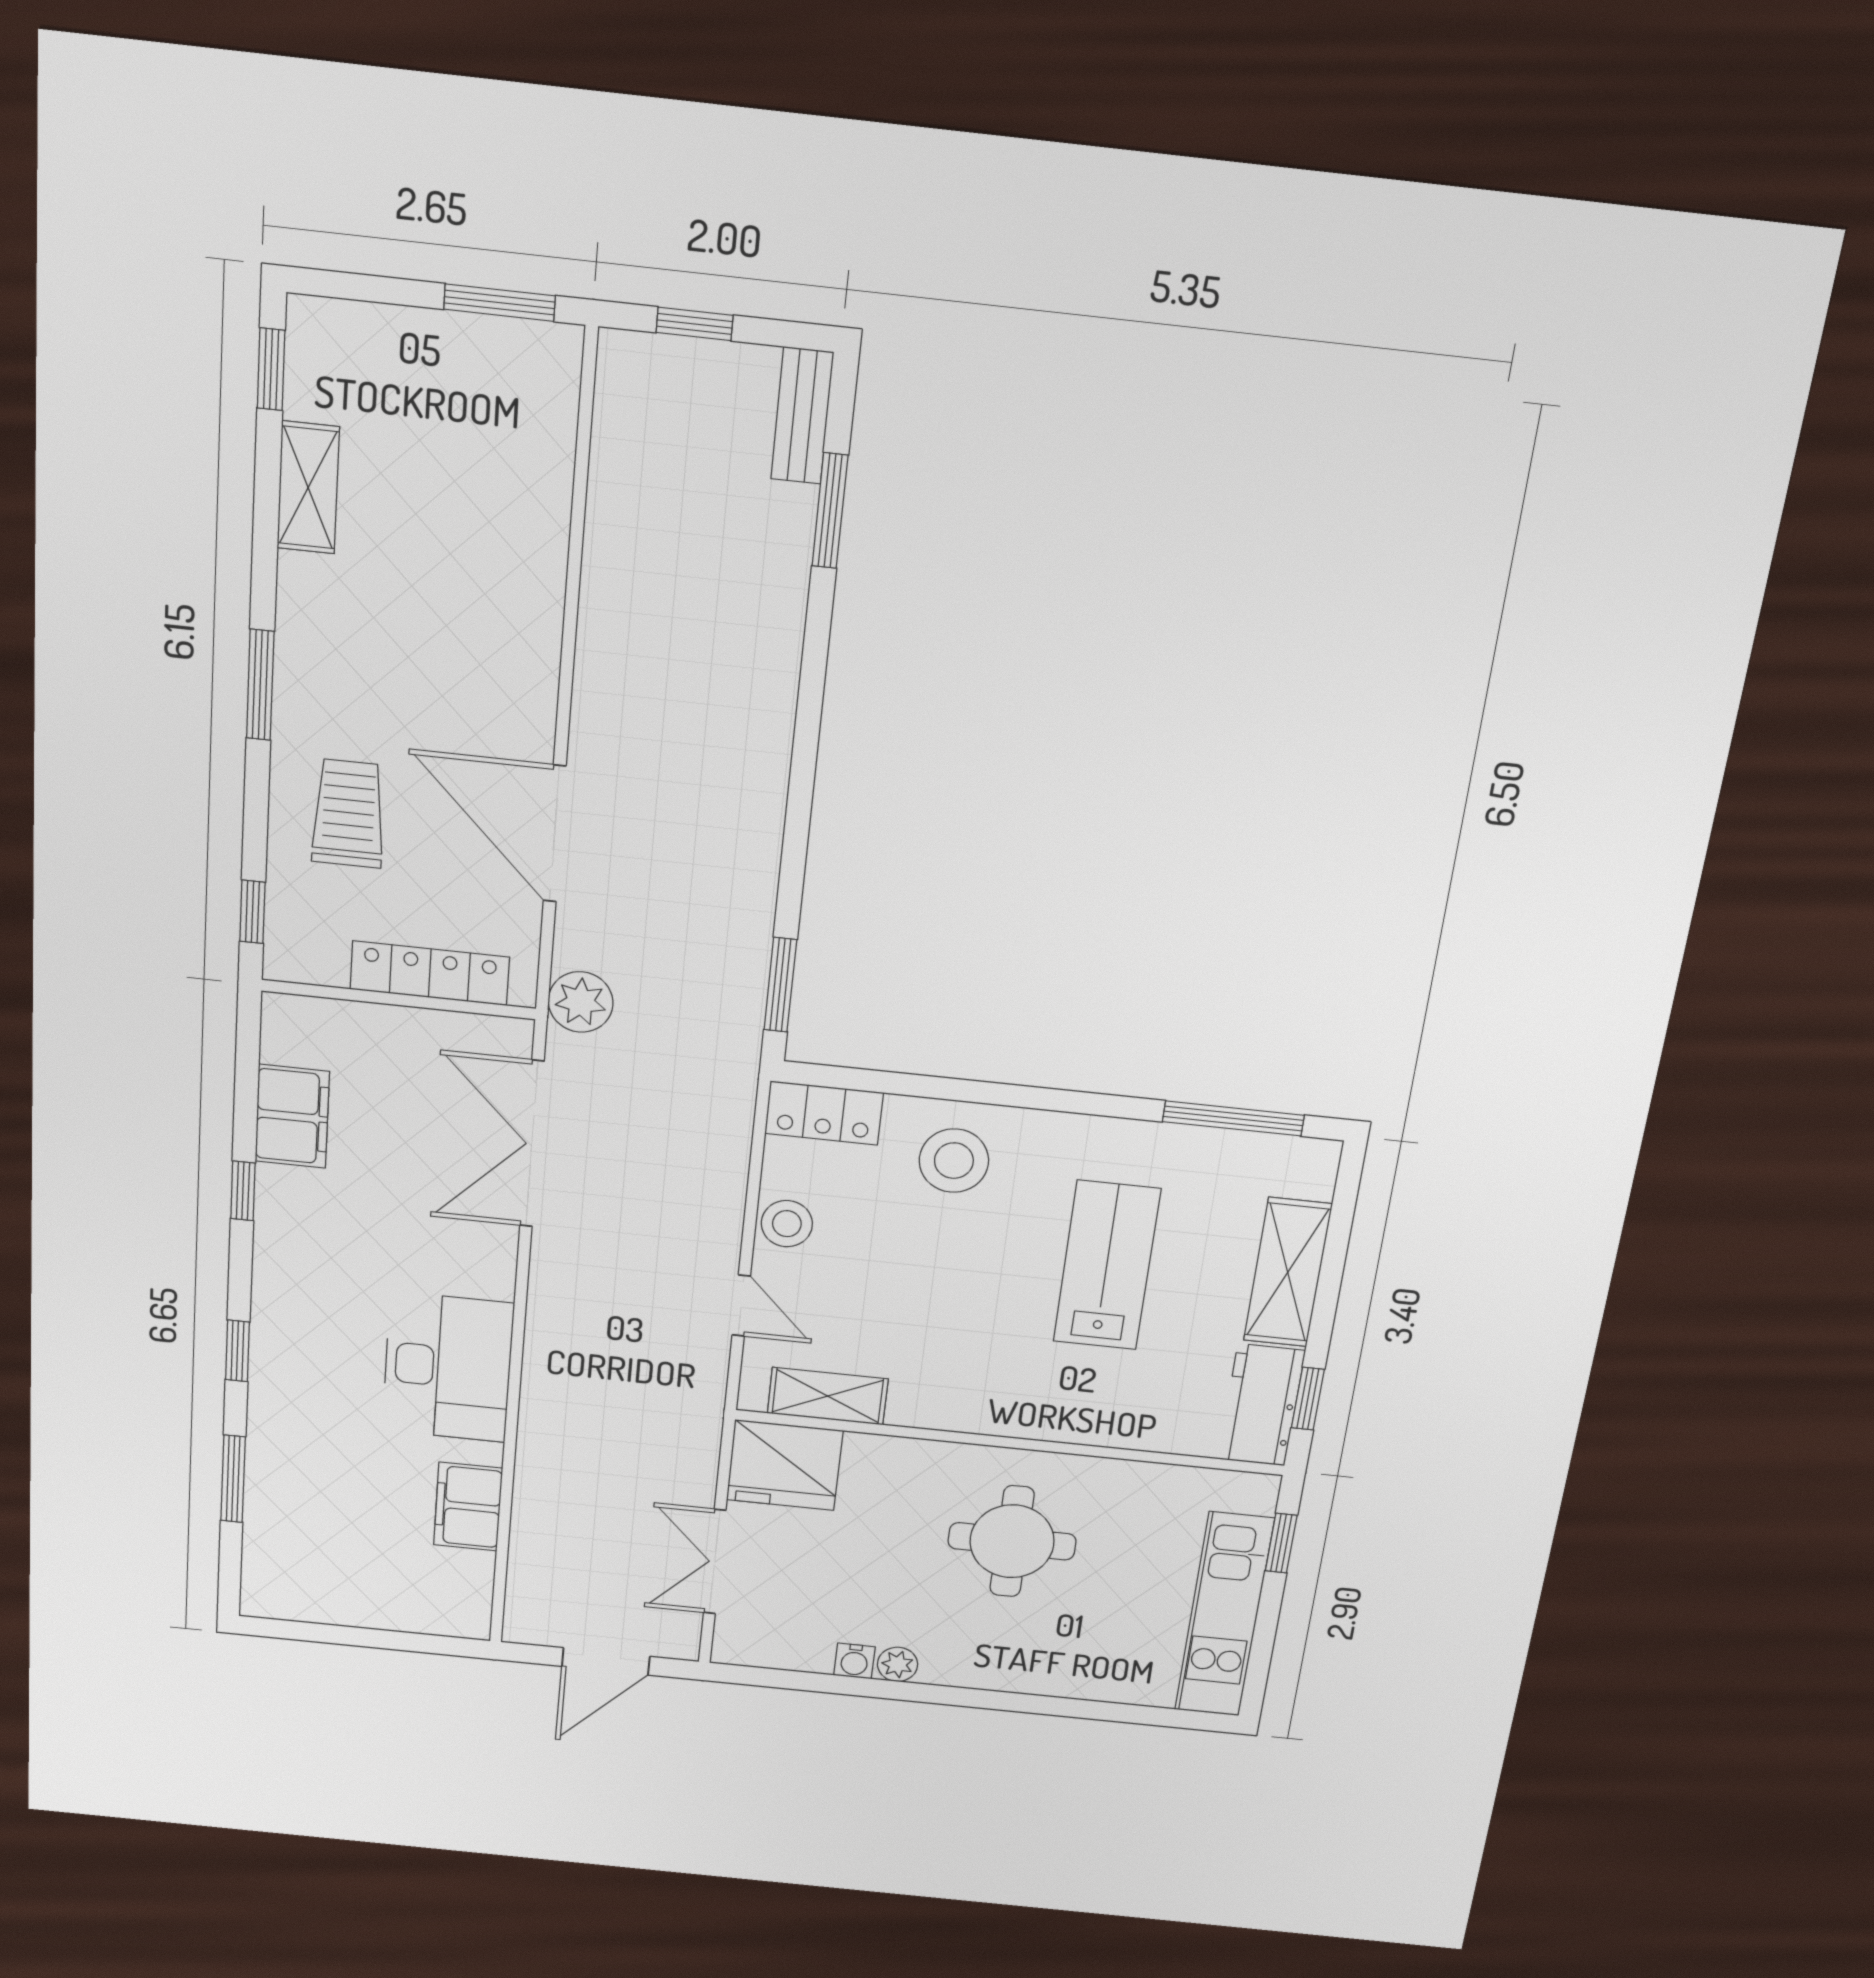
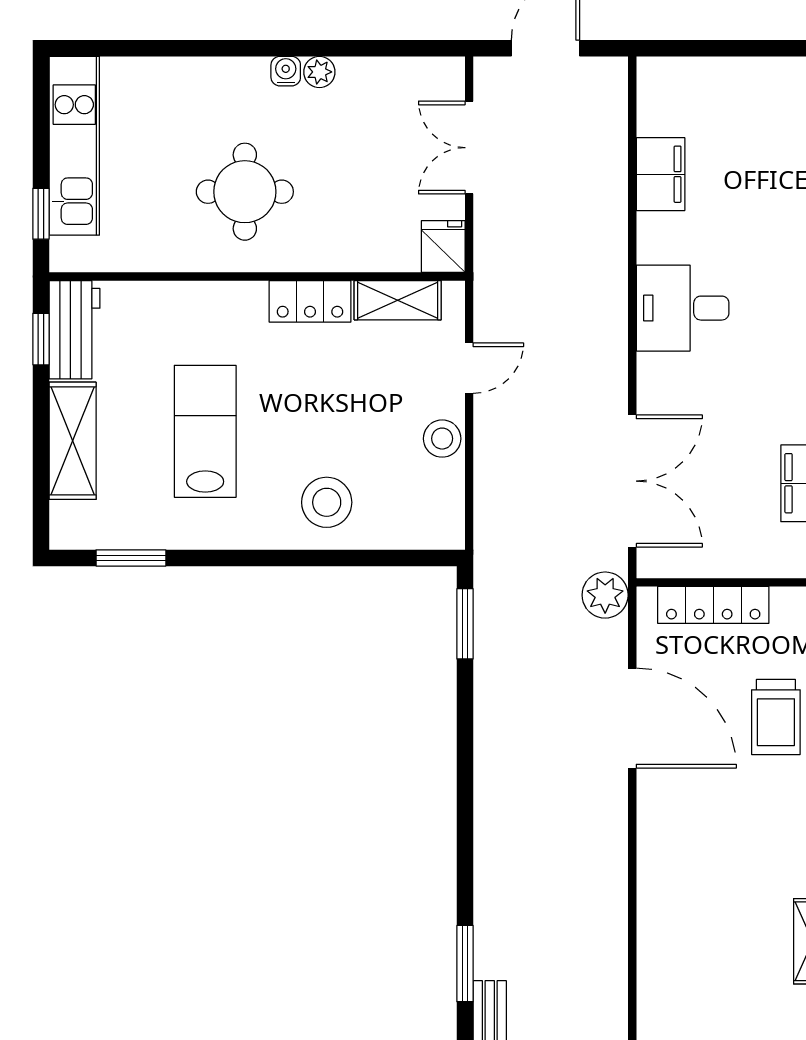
locker: (824, 1113) -> (310, 301), moved, turned 180
window: (1233, 1118) -> (131, 558), width x0.69
lab bench: (1107, 1265) -> (205, 431), turned 180
door: (741, 1306) -> (469, 368), swing flipped
desk: (448, 1367) -> (683, 308), width x0.73
fridge: (785, 1465) -> (443, 247), width x0.53, depth x0.75
double door: (715, 1562) -> (469, 148), swing flipped
water cooler: (854, 1661) -> (286, 71), moved

